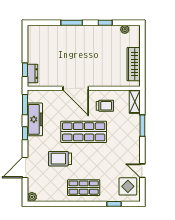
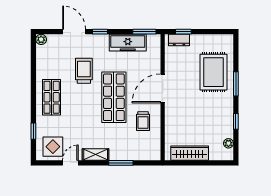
rug: (61, 43) -> (214, 72), added
shelving: (135, 102) -> (96, 154), moved
window: (25, 133) -> (100, 32), moved

